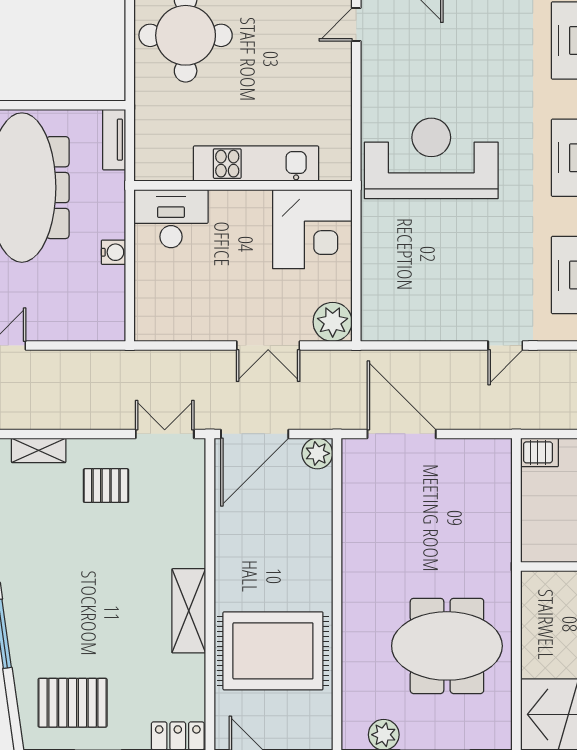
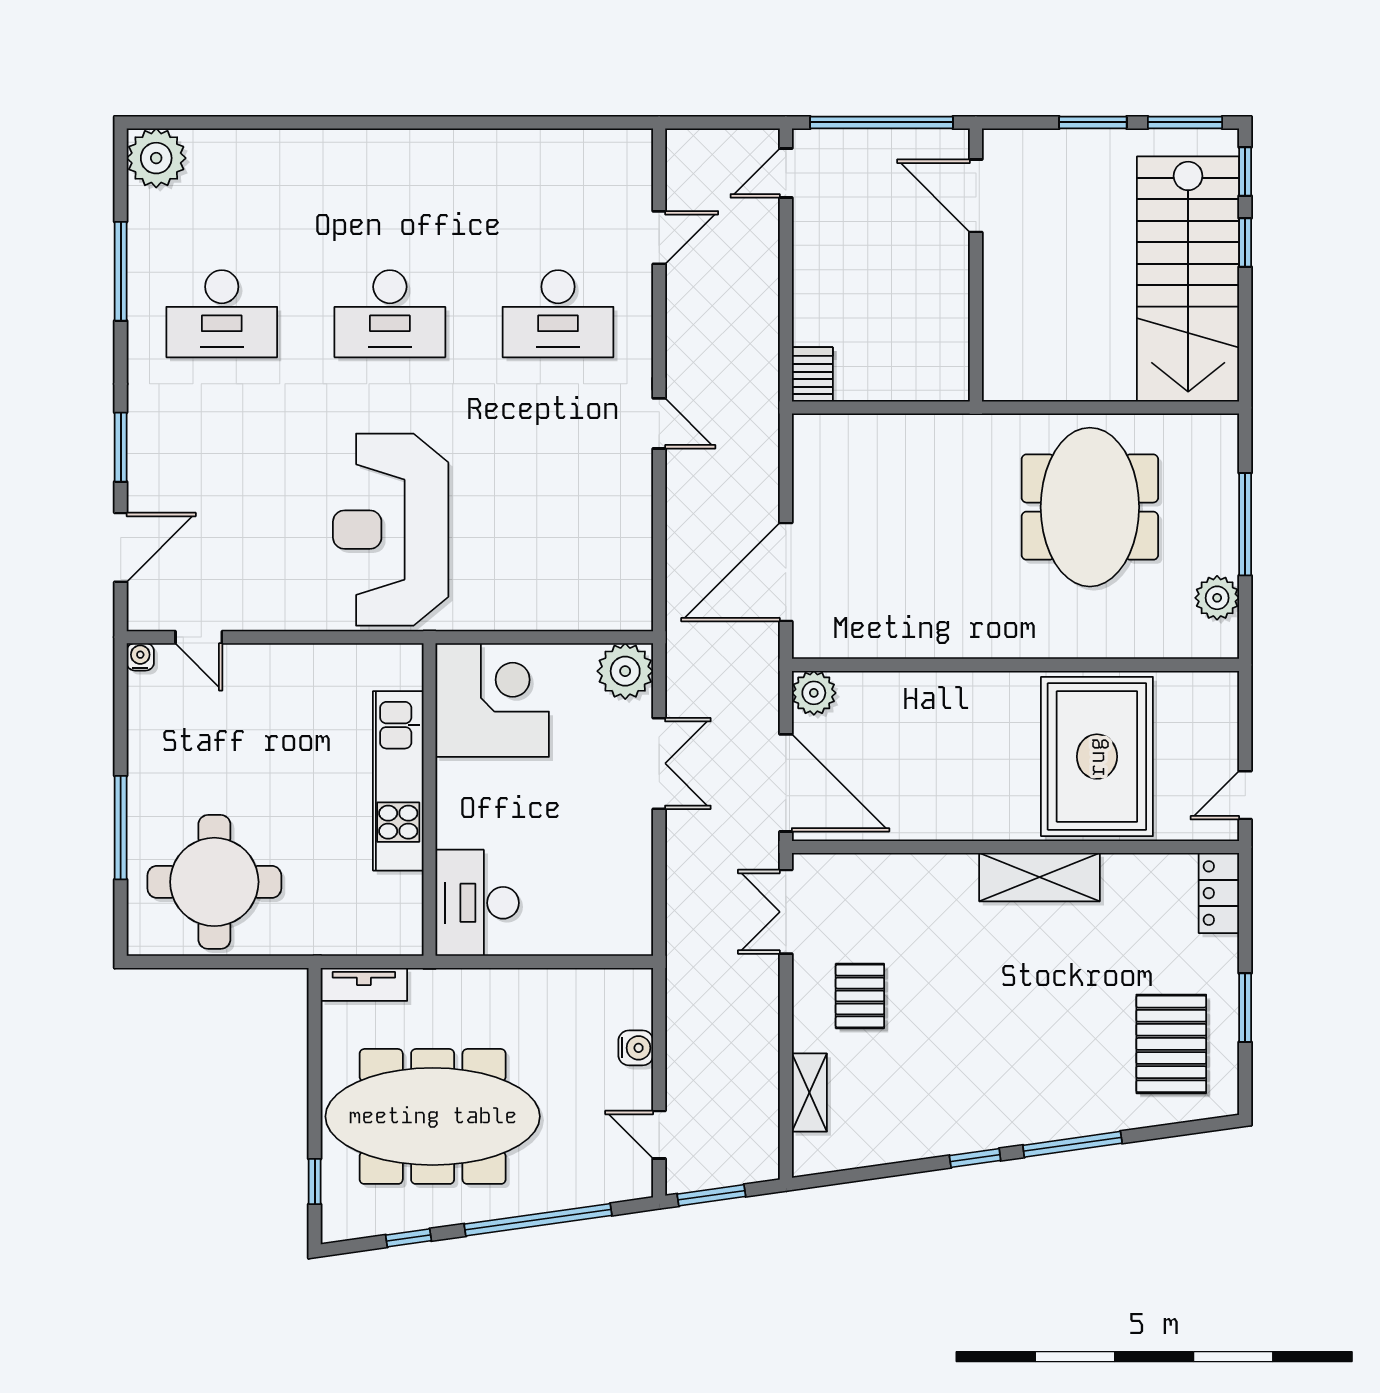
water cooler: (113, 252) -> (636, 1048), moved, turned 90

